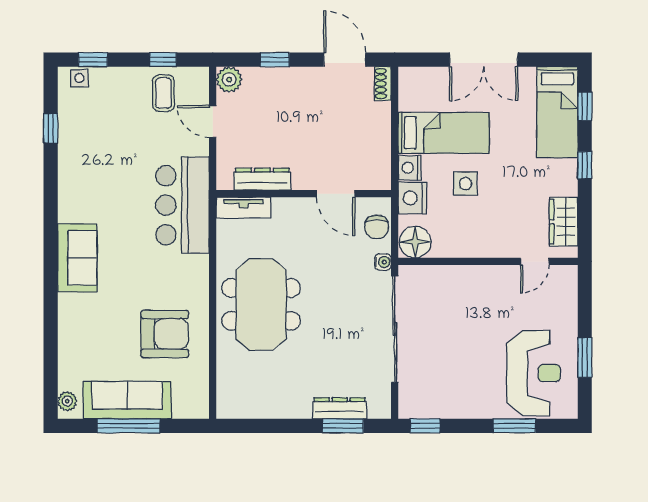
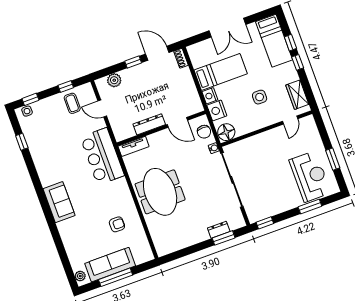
window: (275, 60) -> (133, 62), moved
plant: (229, 79) -> (114, 80), moved
window: (585, 106) -> (290, 43), moved
dresser: (262, 179) -> (149, 124), moved
side table: (465, 183) -> (260, 97), moved
armchair: (165, 334) -> (117, 224), width x0.53, depth x0.53
dresser: (340, 408) -> (219, 230), width x0.70

